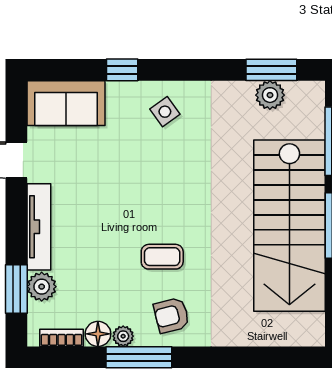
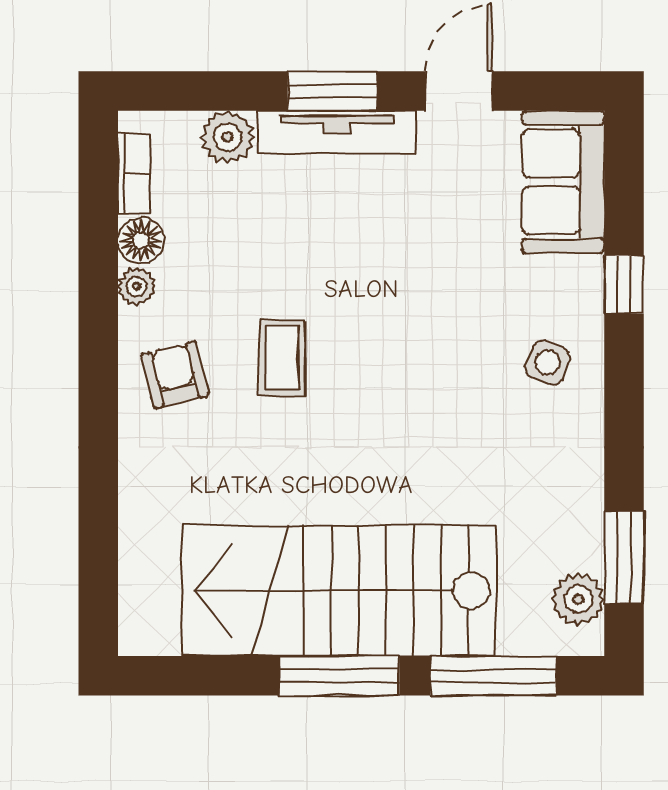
plant: (270, 95) -> (578, 599), moved
side table: (165, 112) -> (548, 363), turned -32
window: (16, 289) -> (332, 91), moved
window: (139, 357) -> (98, 315), removed

